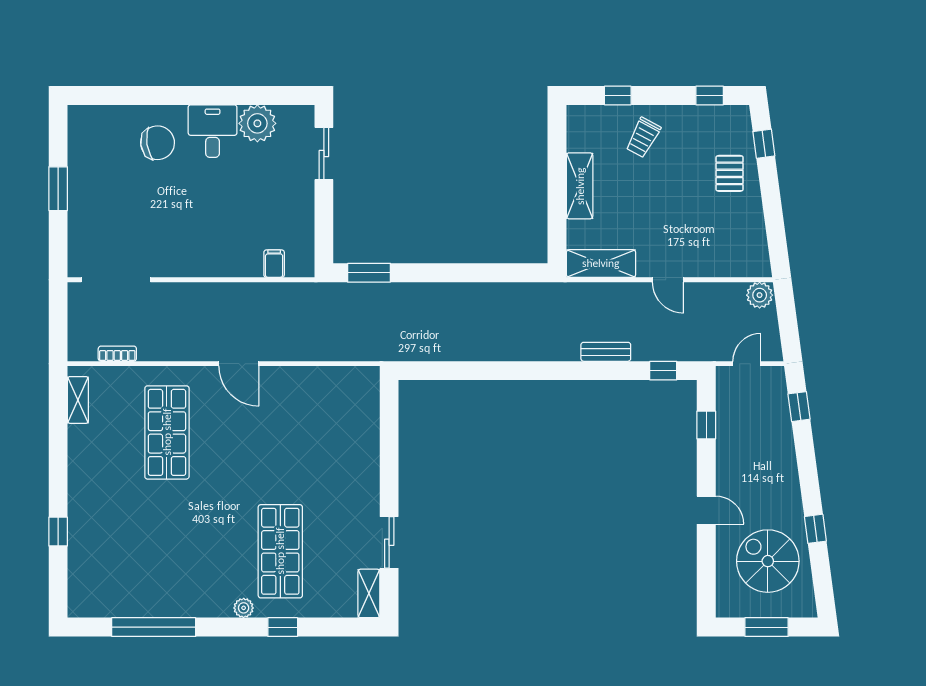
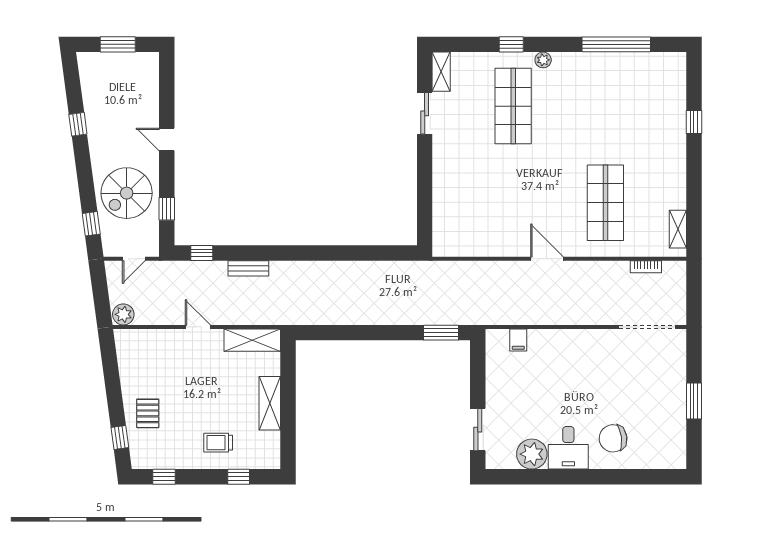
trolley: (643, 137) -> (218, 443), turned -118
spiral stairs: (768, 561) -> (127, 193), moved, turned 90

